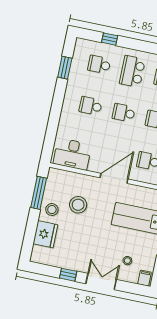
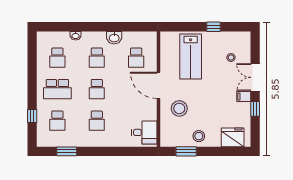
desk: (72, 154) -> (144, 132), width x0.73
window: (39, 193) -> (186, 151), width x0.69
stool: (78, 205) -> (179, 108), moved
fridge: (45, 234) -> (233, 137), moved
filing cabinet: (145, 278) -> (244, 96), moved

